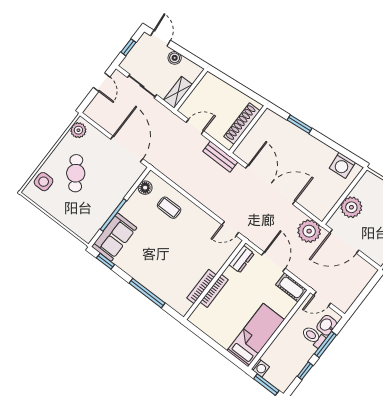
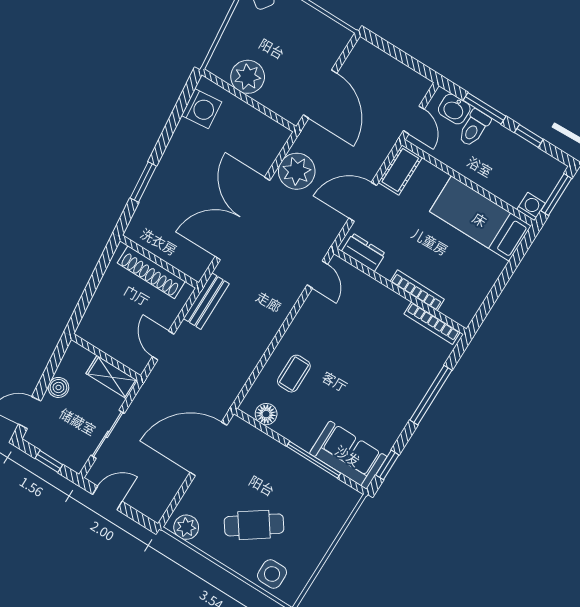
plant: (351, 207) -> (248, 77), moved
plant: (309, 231) -> (297, 171), moved
bookcase: (201, 287) -> (432, 323), moved

